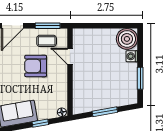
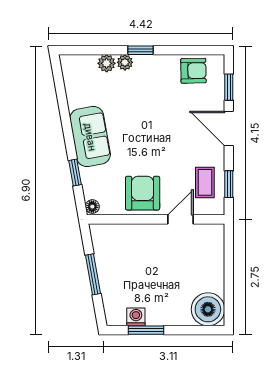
window: (48, 26) -> (229, 184), width x0.67
washing machine: (132, 56) -> (136, 317), moved
armchair: (36, 66) -> (143, 193), moved

